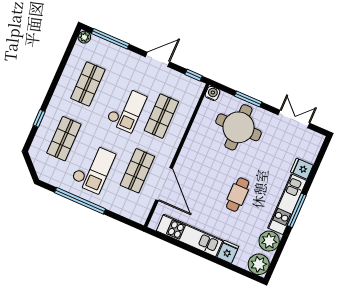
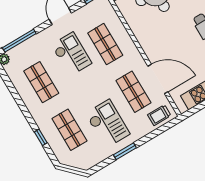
checkout: (126, 109) -> (71, 54), moved
window: (80, 201) -> (125, 151), width x0.47
trolley: (133, 208) -> (159, 115), added

